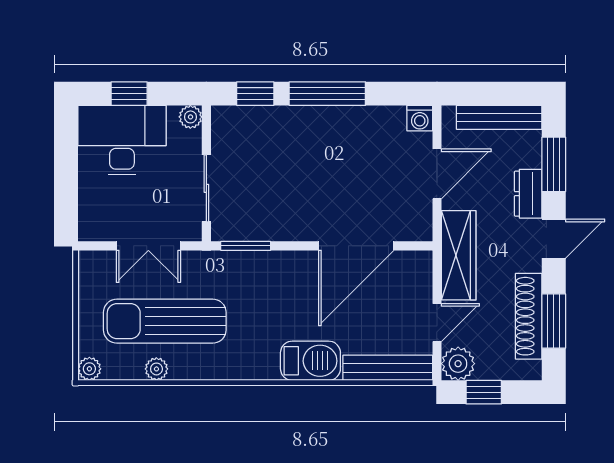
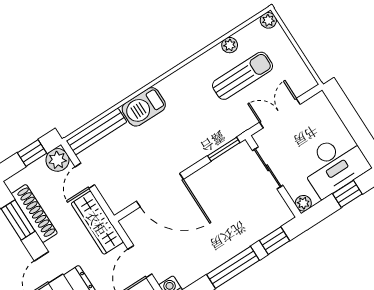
door: (356, 246) -> (160, 190), swing flipped
sun lounger: (165, 321) -> (242, 76), width x0.73, depth x0.75

